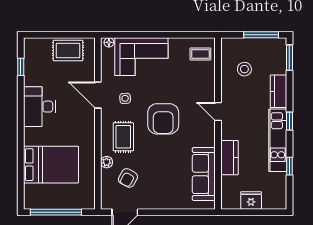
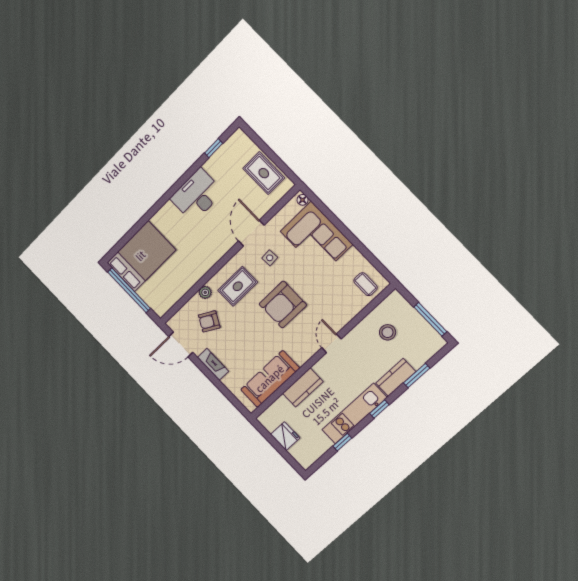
window: (289, 58) -> (417, 376), moved
bed: (51, 165) -> (141, 256), moved, turned -90
fireplace: (159, 203) -> (213, 364), added

